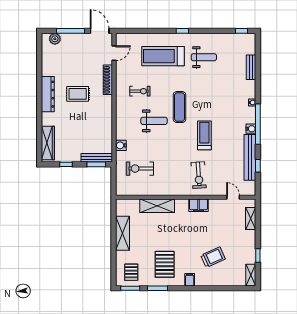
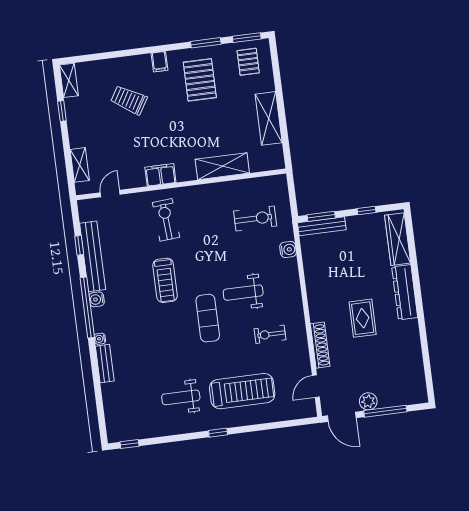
plant: (55, 39) -> (368, 401), moved
bench: (251, 67) -> (105, 364), moved
dresser: (48, 94) -> (405, 292), moved
rug: (78, 94) -> (363, 318), turned 90
door: (233, 197) -> (110, 193), swing flipped
trolley: (213, 257) -> (129, 100), turned 55

